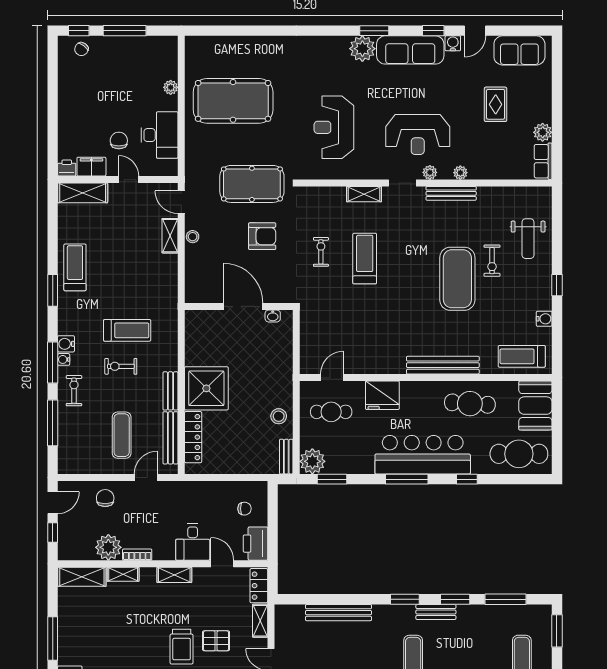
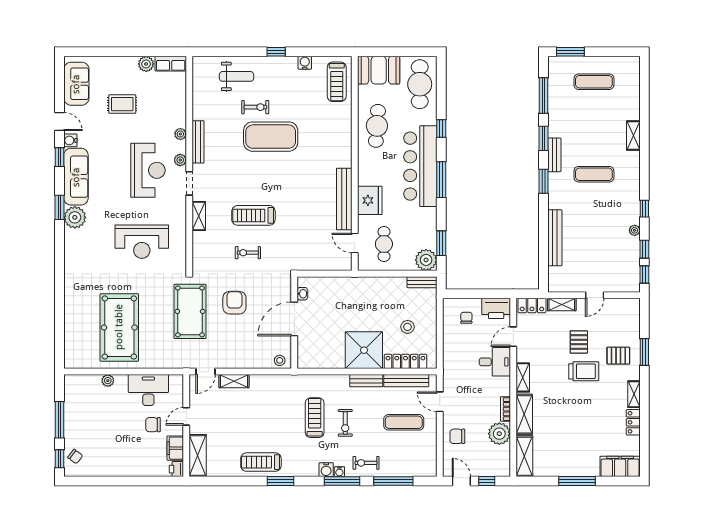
stool: (193, 237) -> (280, 360), moved
bench: (443, 365) -> (344, 199), moved
stool: (279, 416) -> (407, 327), moved
shelving: (123, 574) -> (524, 414), width x1.50, depth x1.33

